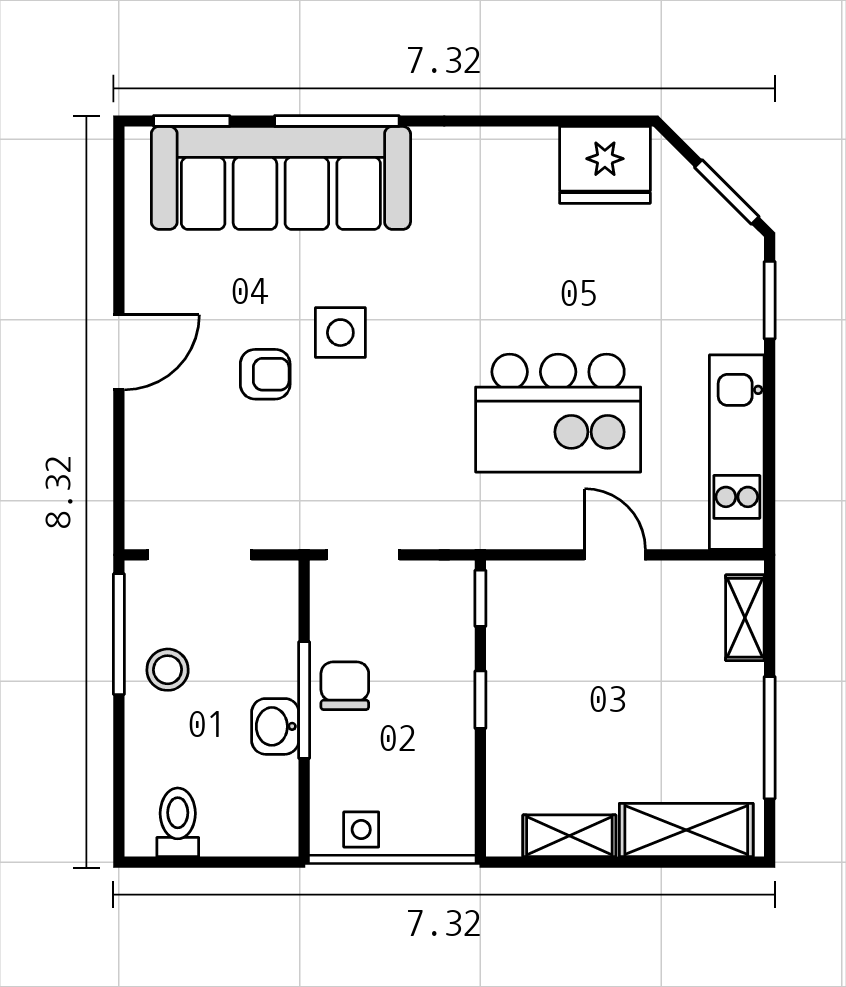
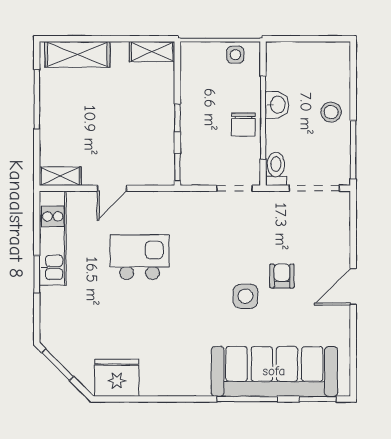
window: (770, 300) -> (37, 274), moved
armchair: (265, 374) -> (282, 276), turned 90
kitchen island: (558, 413) -> (140, 257), width x0.73, depth x0.78
door: (615, 555) -> (112, 188), hinge flipped
shelving: (745, 618) -> (60, 176), moved, turned 90
stool: (168, 670) -> (331, 112), moved
window: (304, 700) -> (263, 118), width x1.46
toilet: (178, 822) -> (276, 169), moved, turned 180
shelving: (569, 836) -> (152, 52), moved

